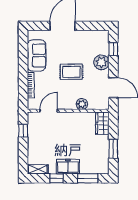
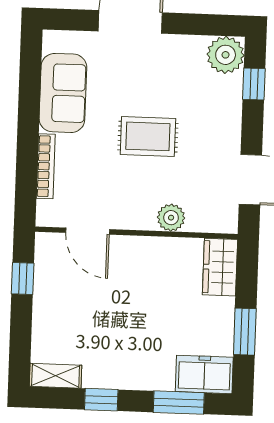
plant: (101, 62) -> (226, 55), moved
door: (49, 111) -> (88, 231), swing flipped
freezer: (68, 167) -> (204, 374), moved

